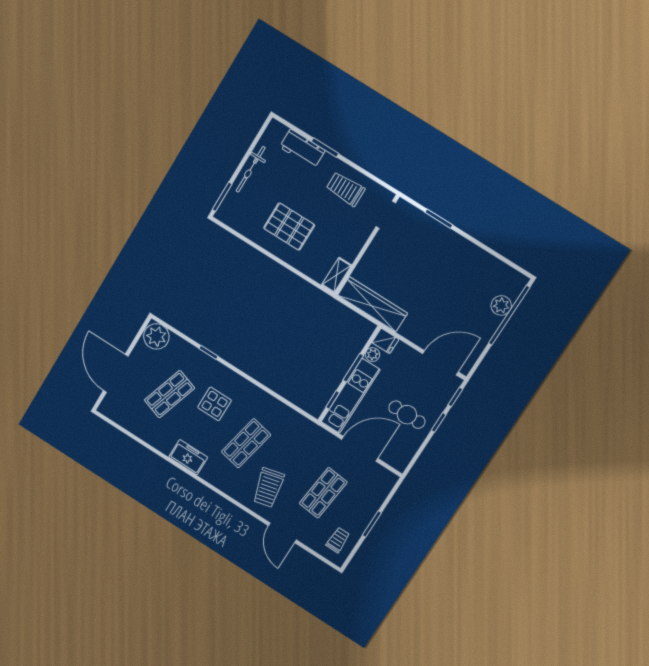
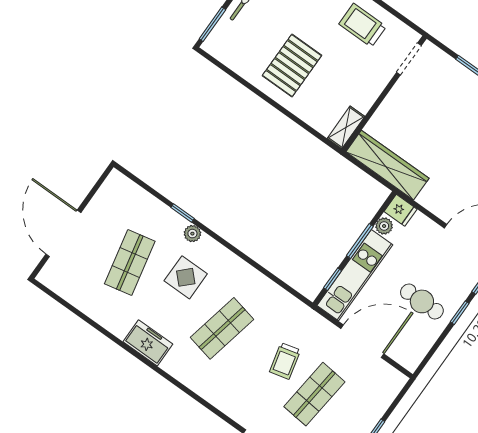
pallet: (289, 227) -> (292, 66), turned 90
plant: (156, 336) -> (192, 234), moved, width x0.53, depth x0.53
shop shelf: (169, 394) -> (130, 263), turned -30
trolley: (268, 488) -> (285, 361), moved, width x0.73, depth x0.72

